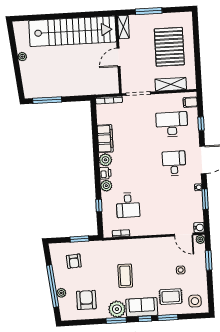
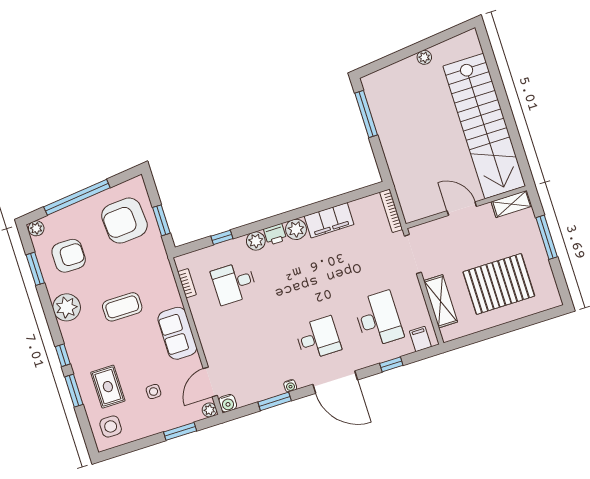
armchair: (74, 261) -> (124, 221), width x1.88, depth x1.88
plant: (61, 293) -> (36, 228), moved
sofa: (142, 307) -> (177, 333), moved, turned 180
window: (116, 320) -> (35, 269), moved

